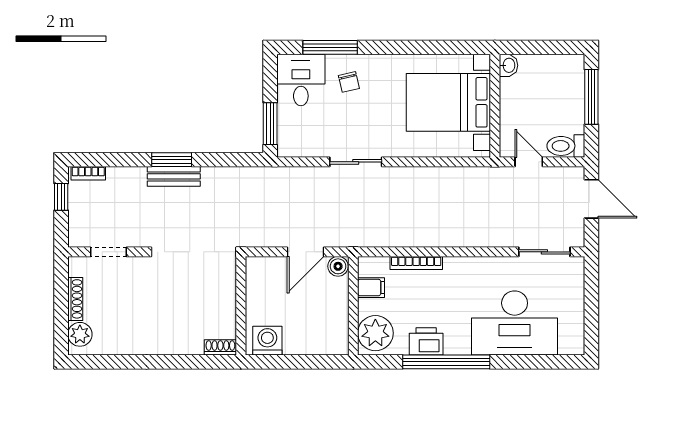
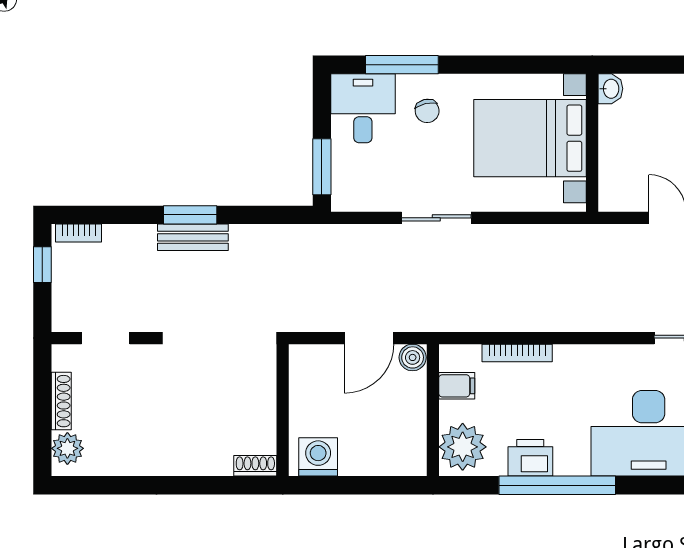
washbasin: (508, 65) -> (610, 89), moved
bed with nightstands: (448, 102) -> (530, 138), moved
wall: (495, 106) -> (592, 143), moved

